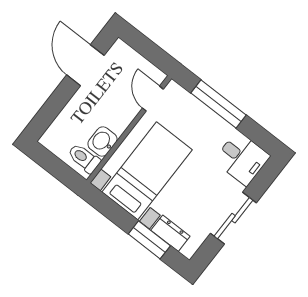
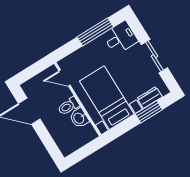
window: (219, 104) -> (95, 32), moved
toilet: (84, 158) -> (69, 106), moved

